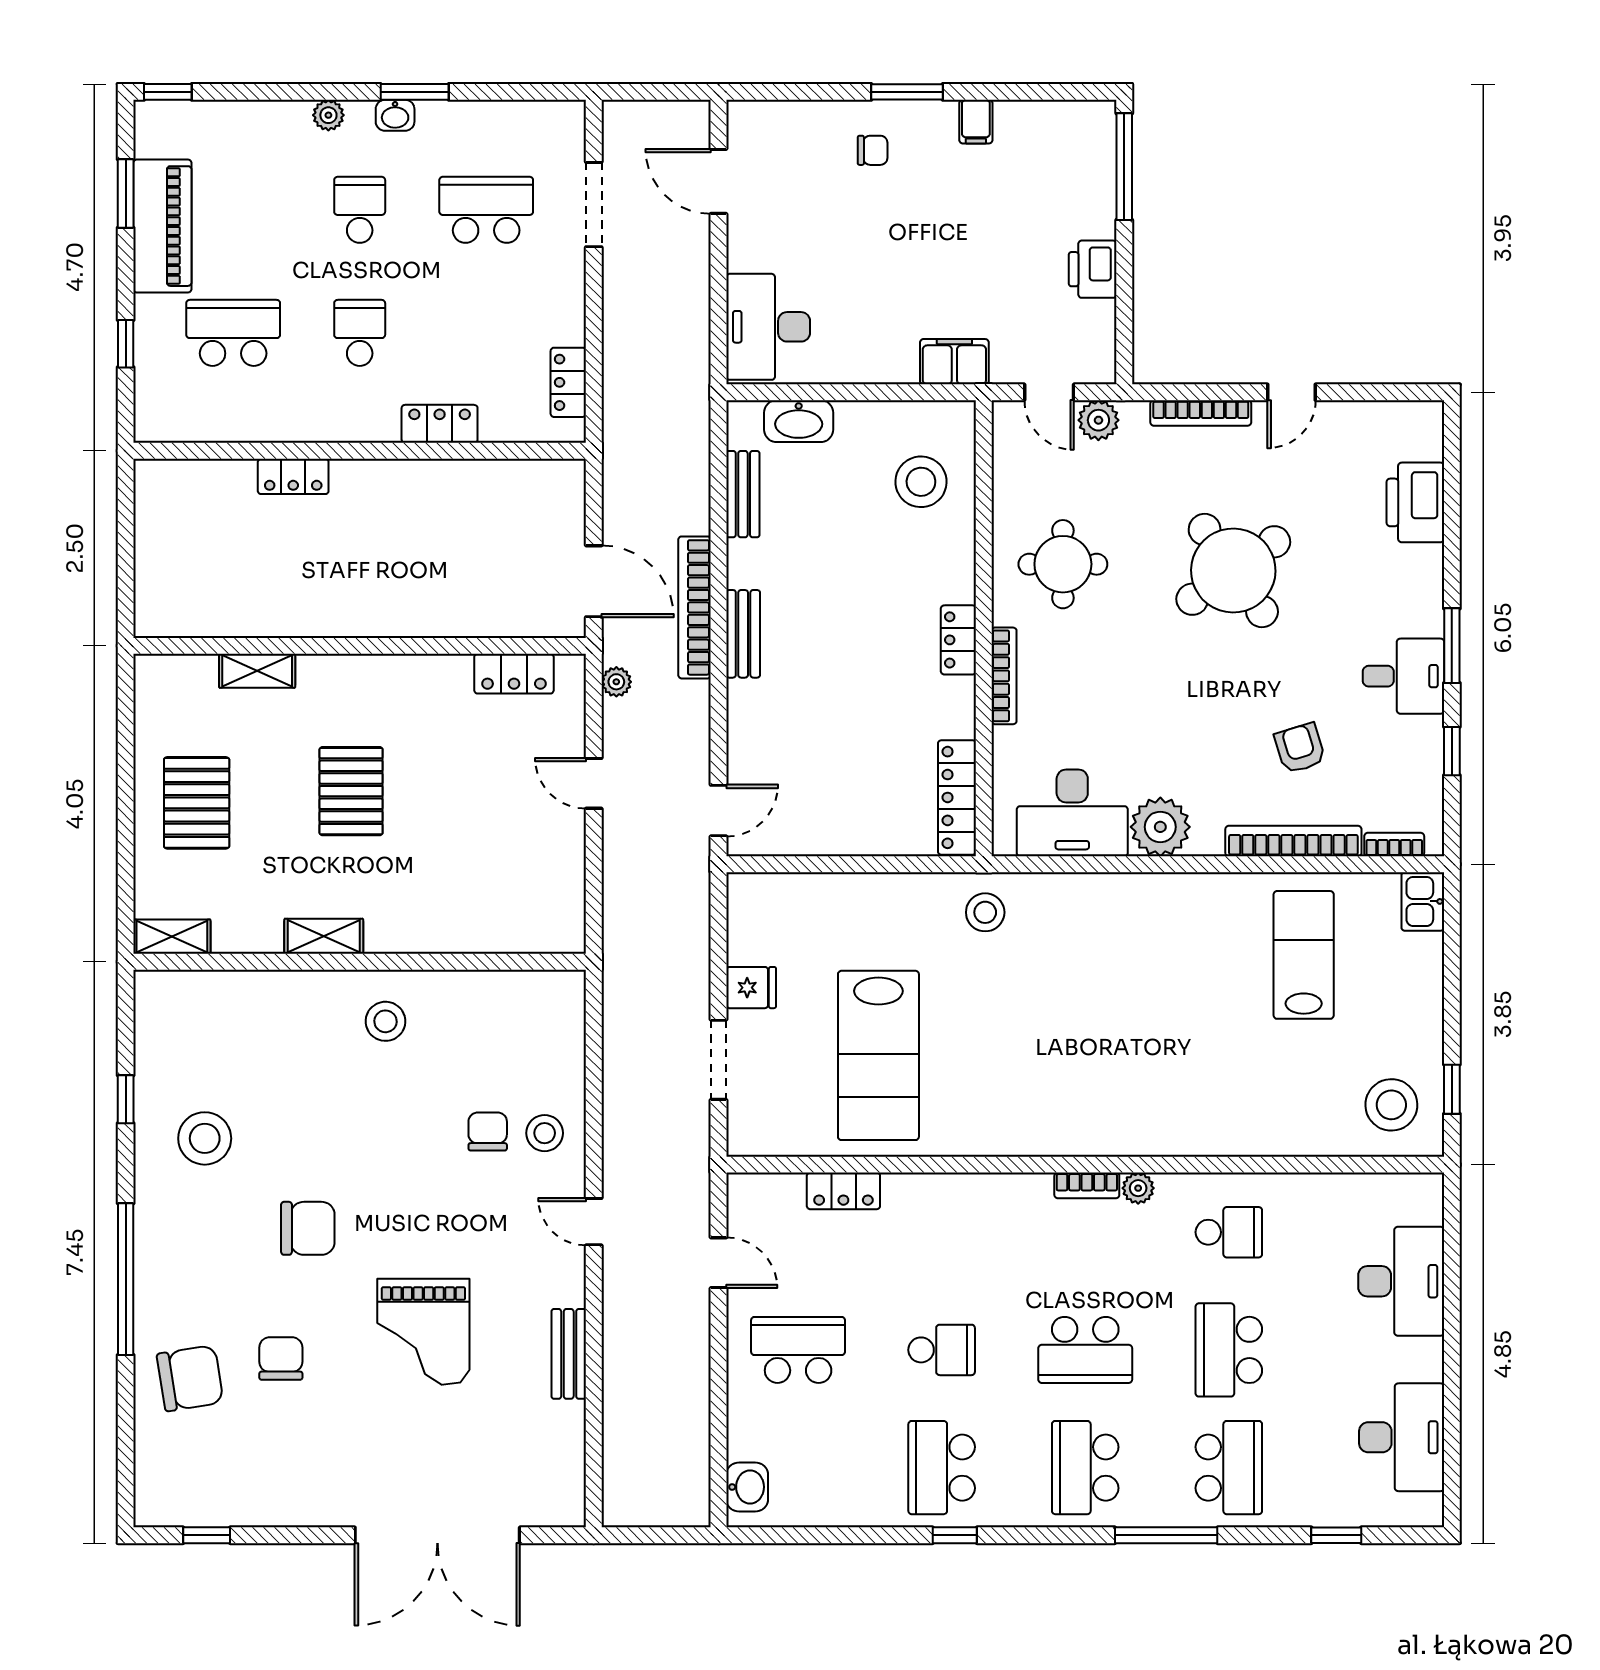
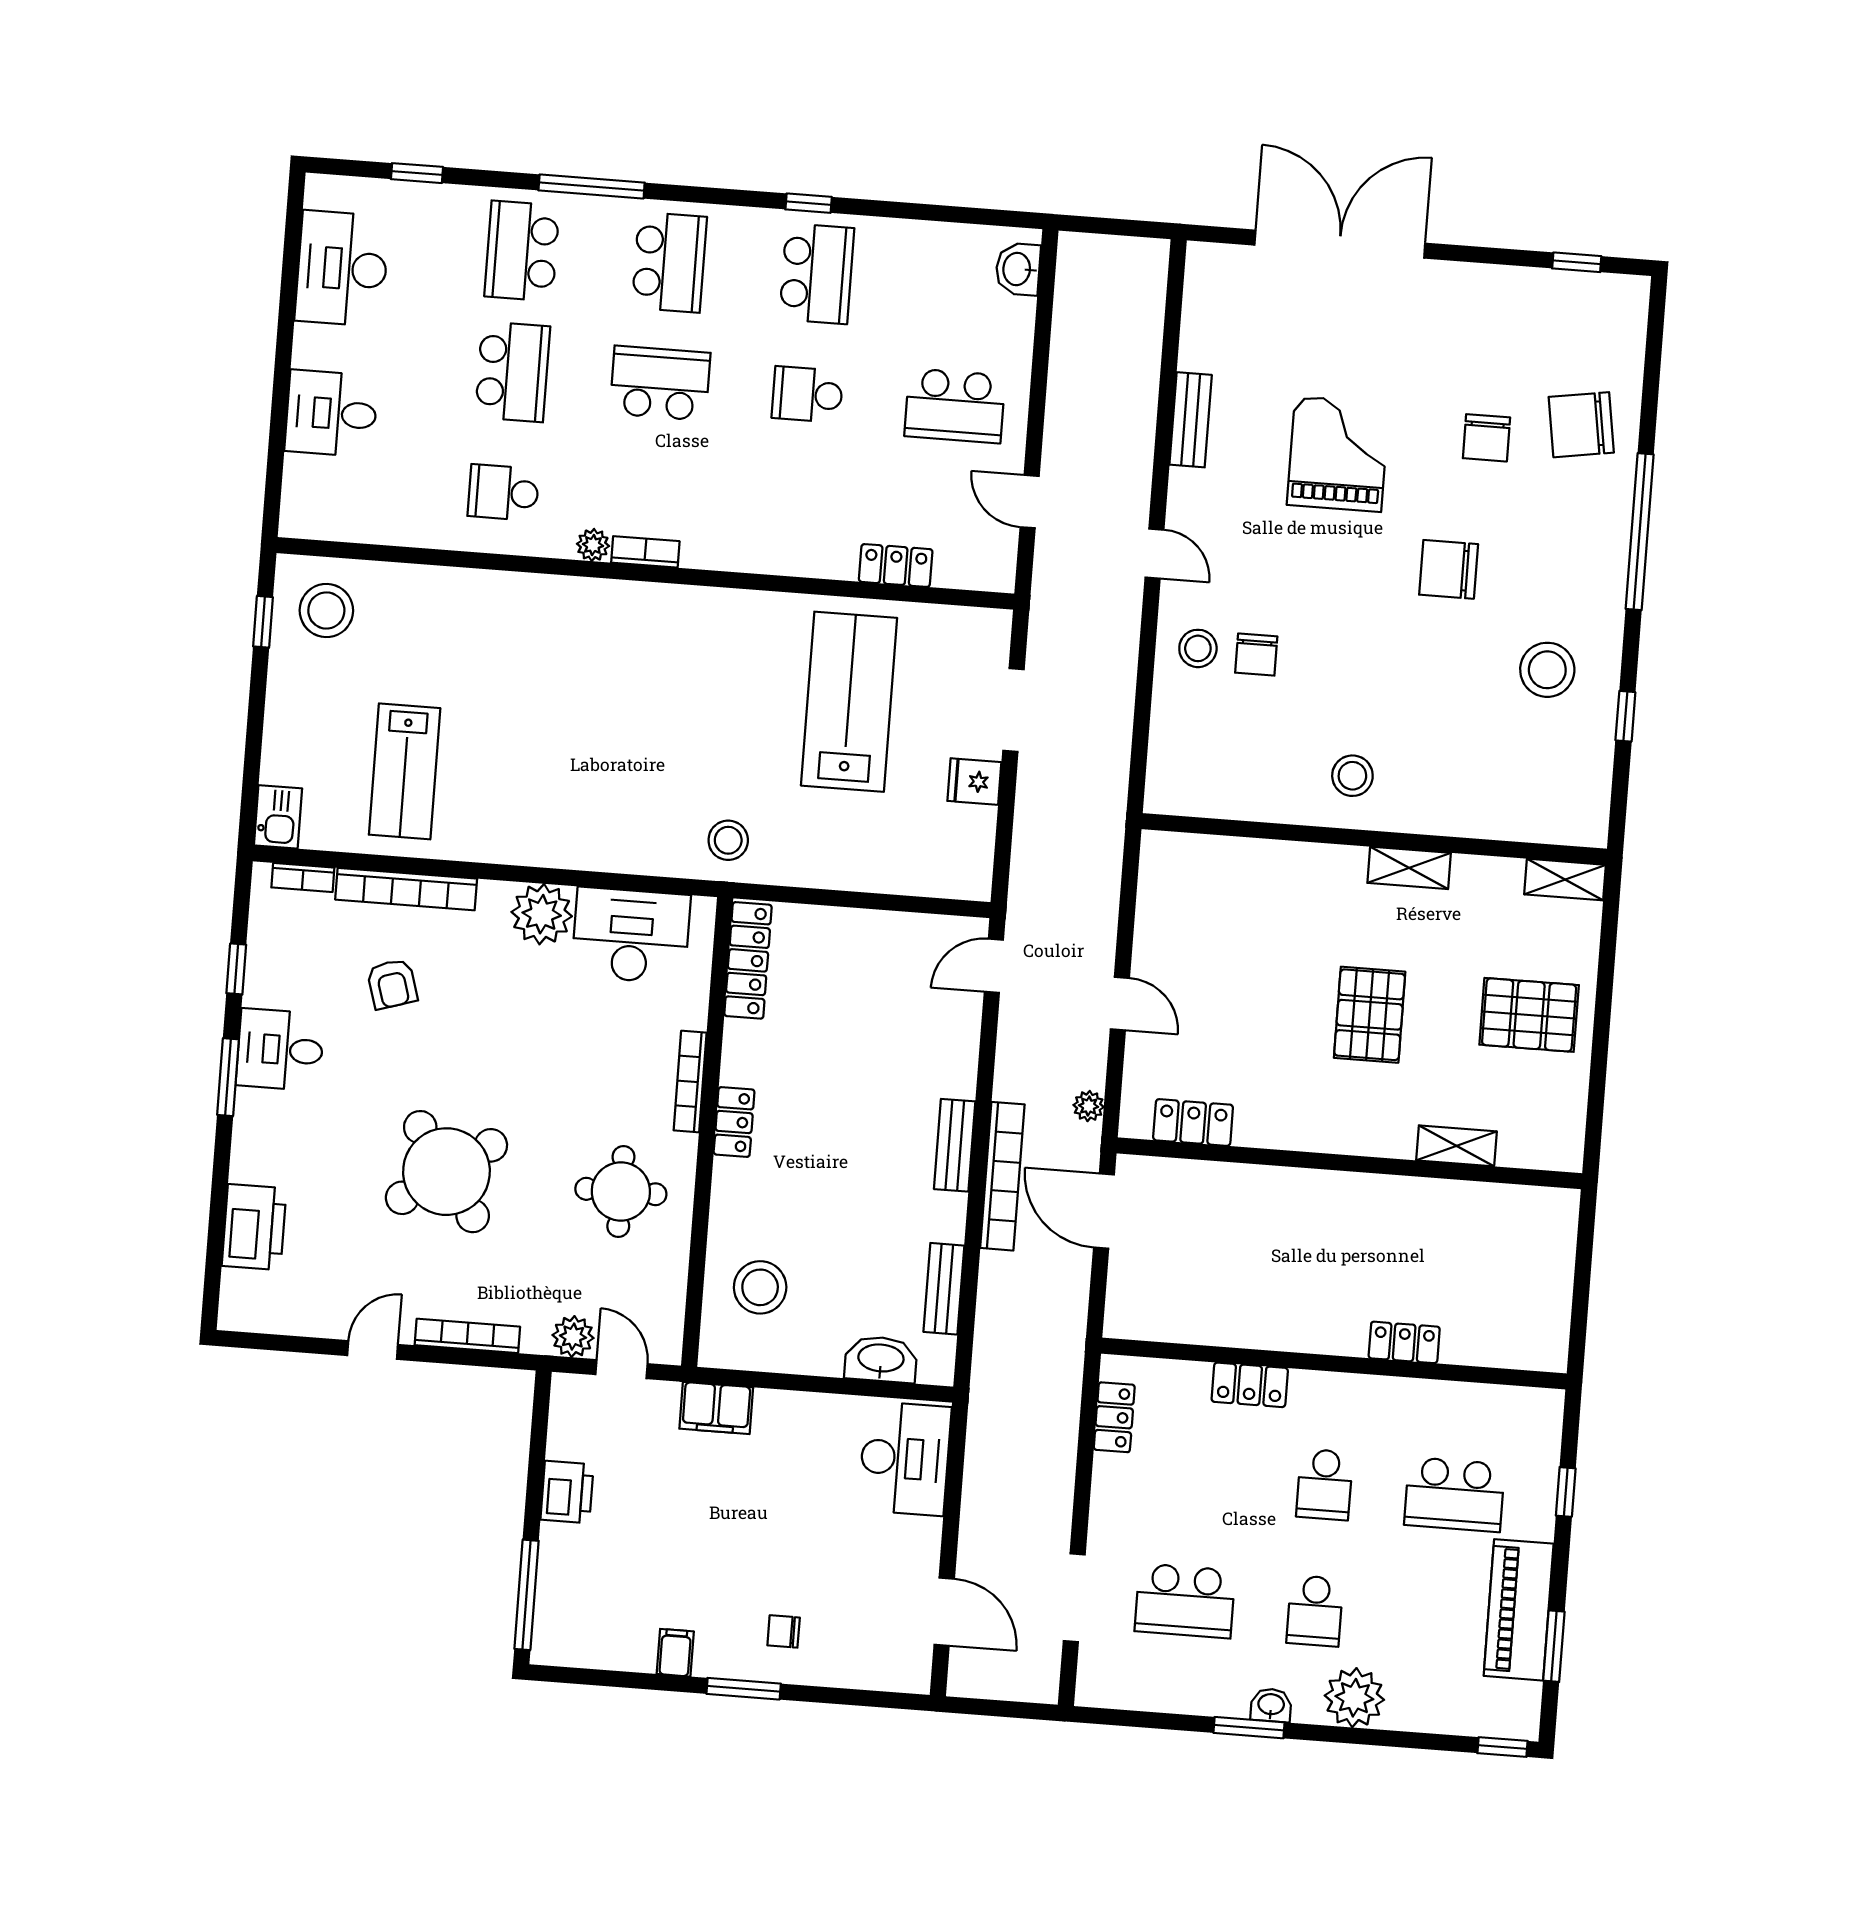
plant: (328, 115) -> (1354, 1698), width x1.88, depth x1.88
pallet: (197, 803) -> (1529, 1015), turned 90
desk: (1401, 1281) -> (331, 413), width x0.73

